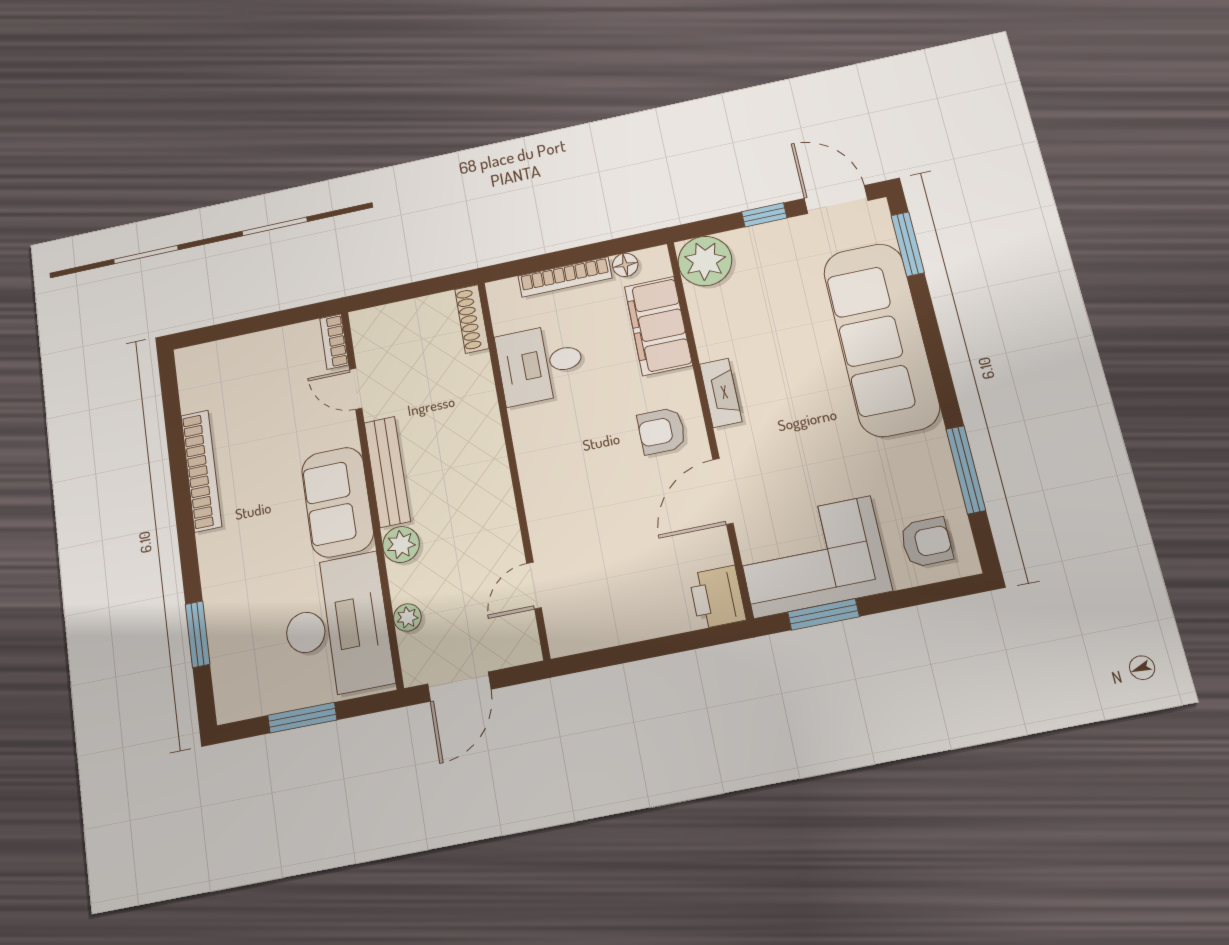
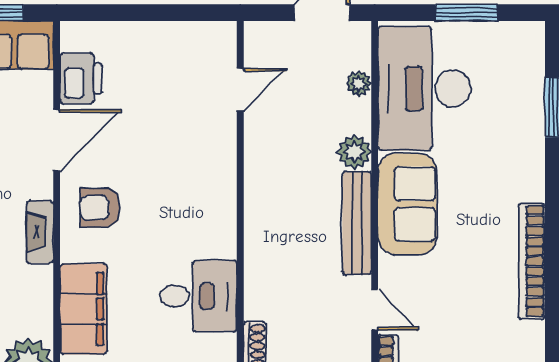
armchair: (662, 431) -> (100, 208), turned 180
printer: (717, 597) -> (81, 79), moved

